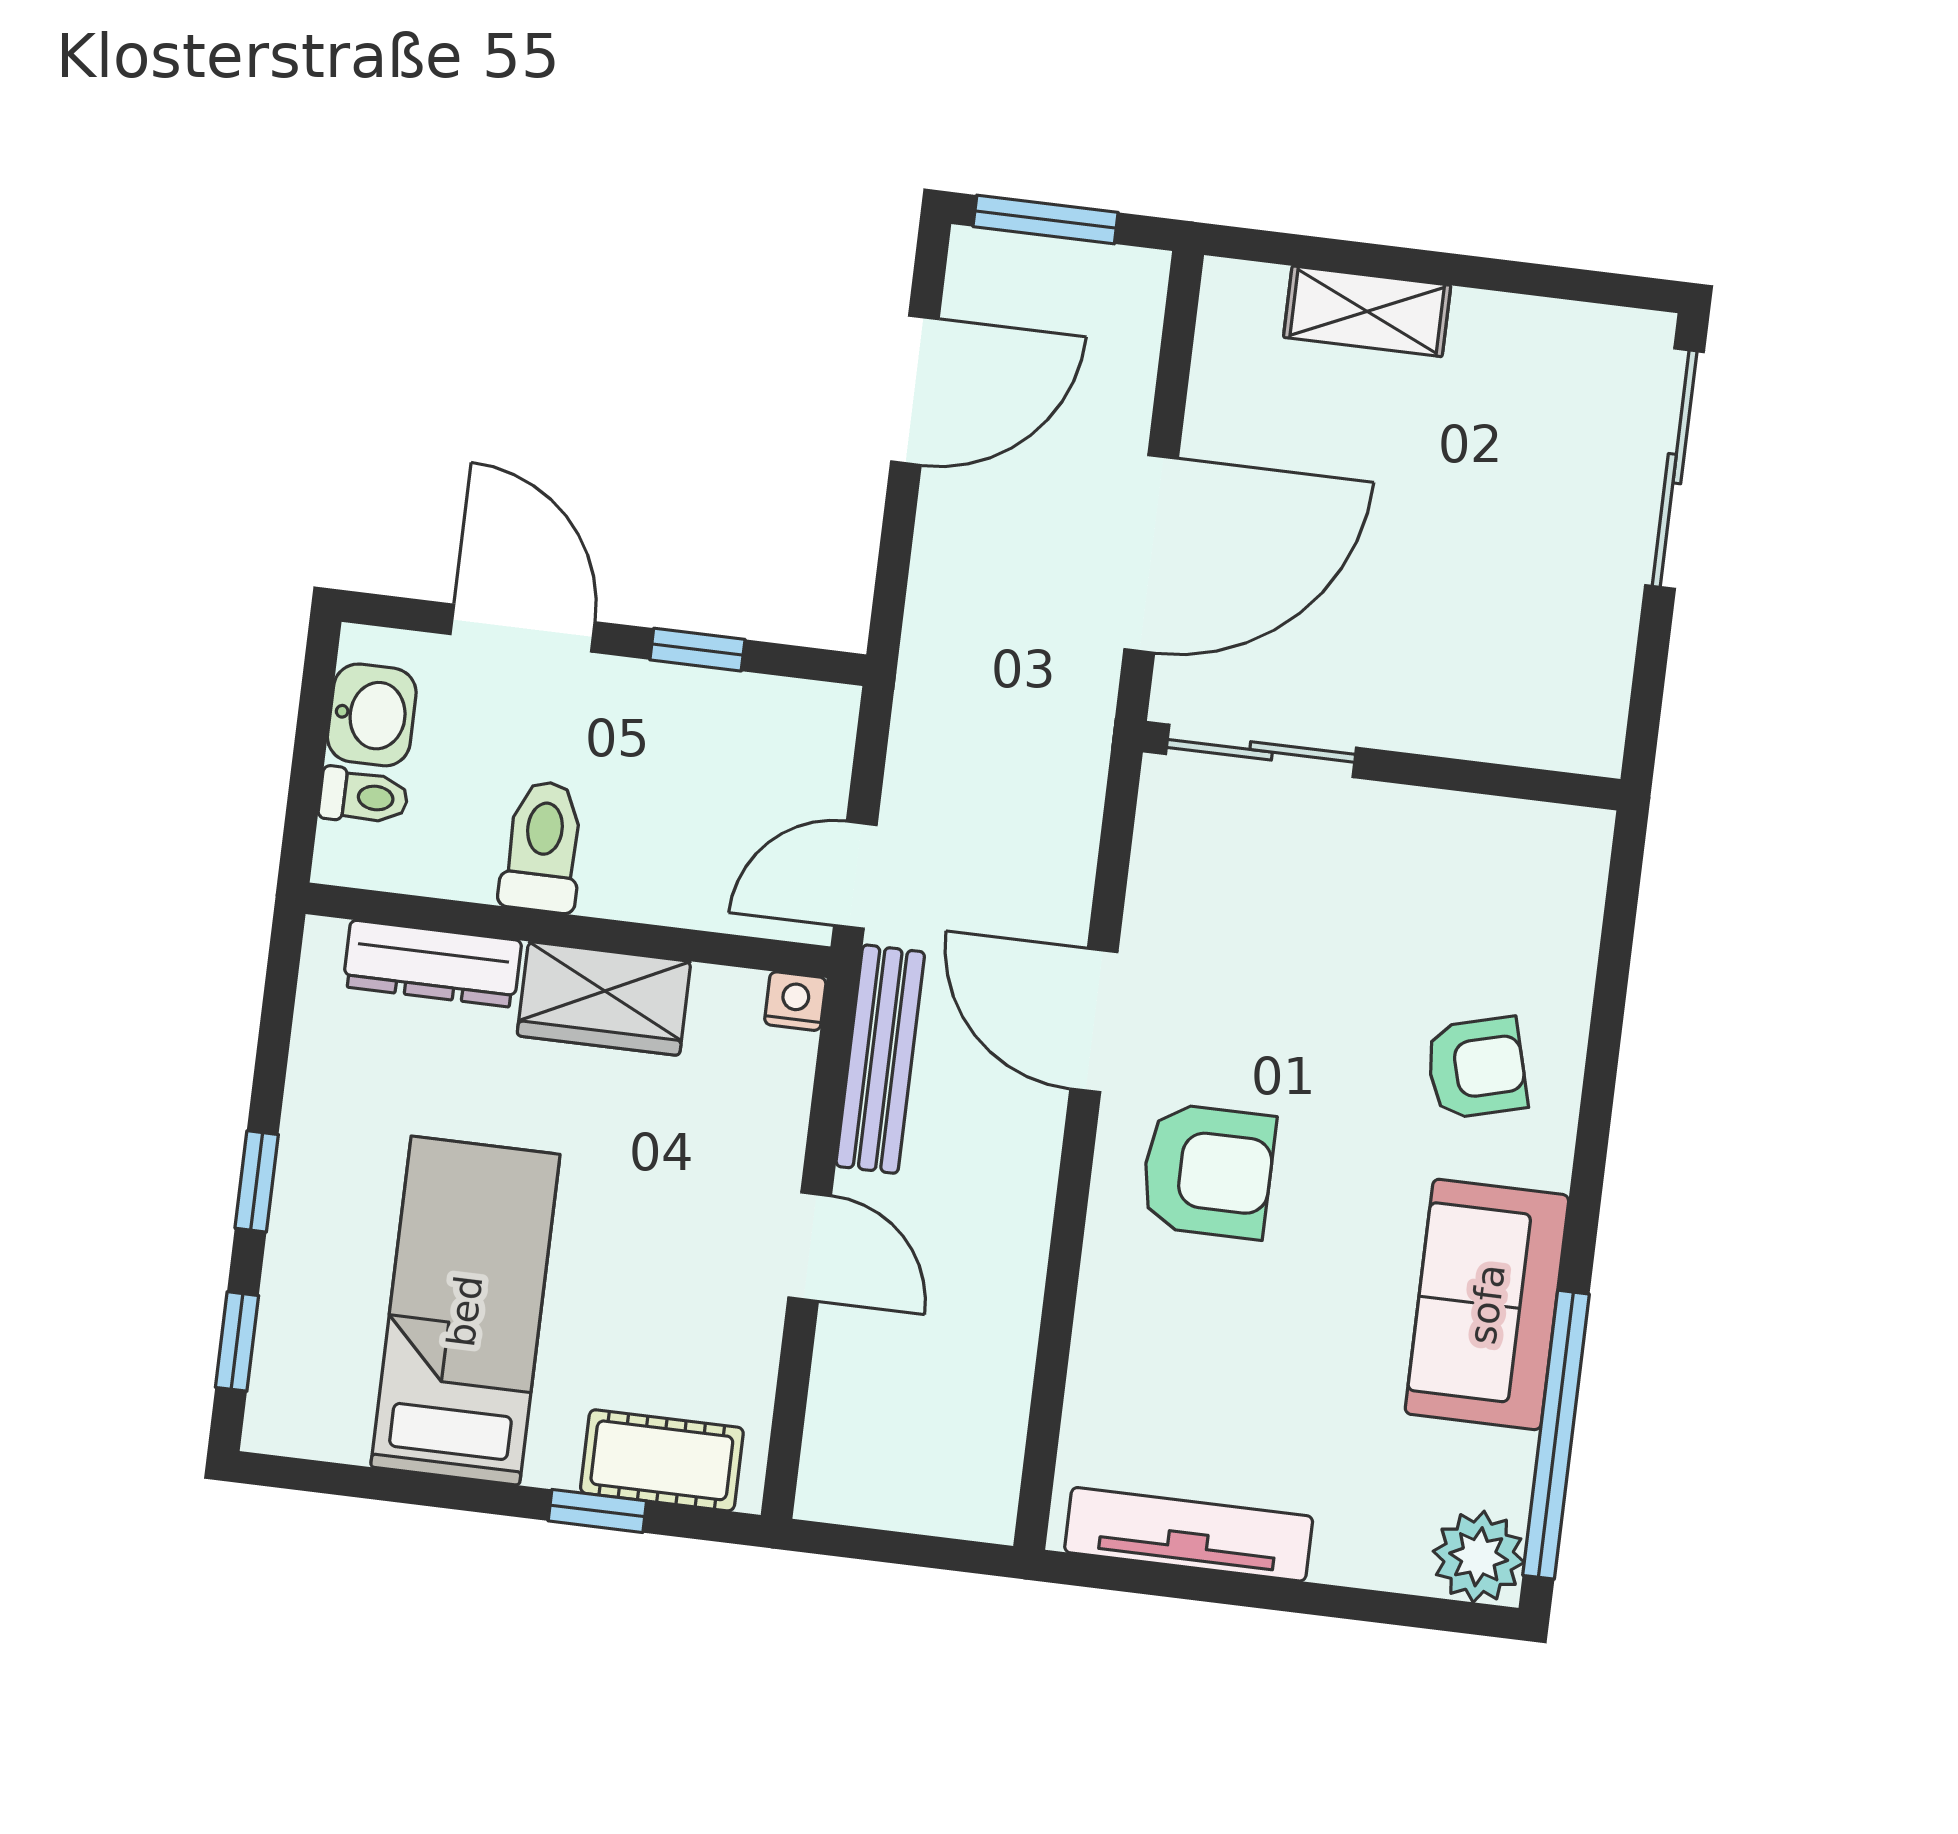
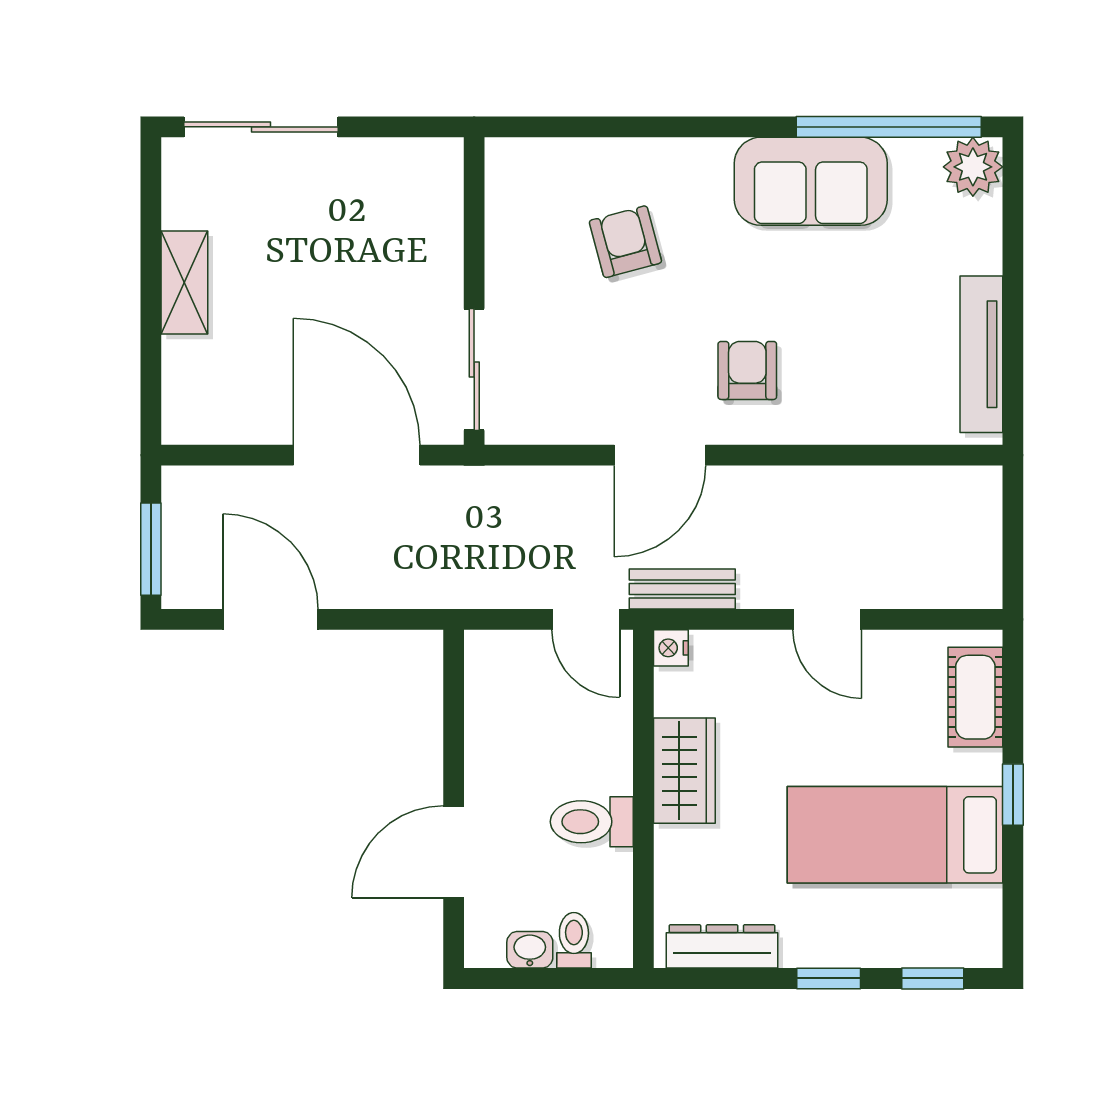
shelving: (1367, 311) -> (184, 282), moved
window: (697, 650) -> (454, 738), removed
washbasin: (372, 715) -> (530, 950), width x0.72, depth x0.69
dresser: (432, 964) -> (722, 946), moved, turned -90
bench: (880, 1059) -> (682, 589), width x0.73
armchair: (1476, 1068) -> (625, 242), moved
armchair: (1208, 1171) -> (747, 370), width x0.72, depth x0.72
door: (810, 1247) -> (827, 619), swing flipped
window: (597, 1511) -> (1013, 795), moved

